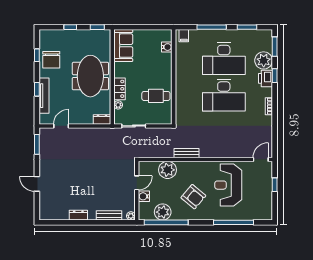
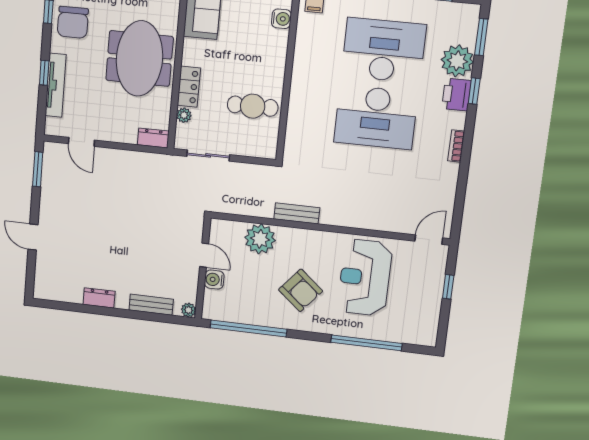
desk: (224, 59) -> (384, 50), turned 180
door: (61, 126) -> (81, 142), swing flipped
door: (137, 183) -> (204, 255), hinge flipped
plant: (163, 212) -> (244, 310), removed

